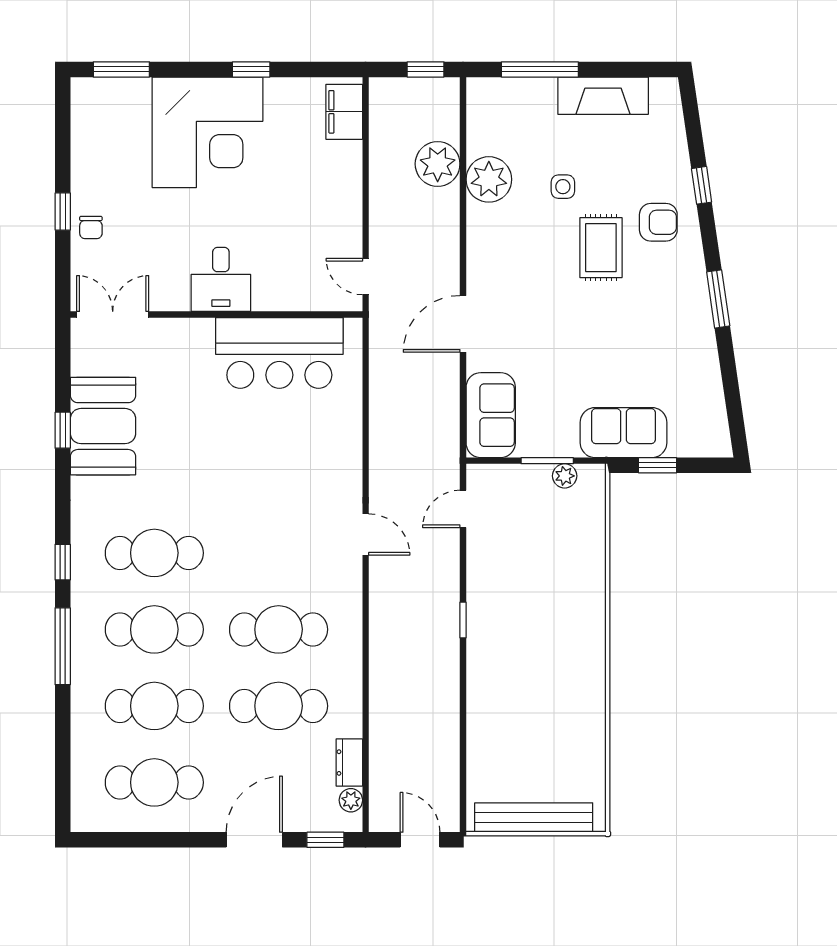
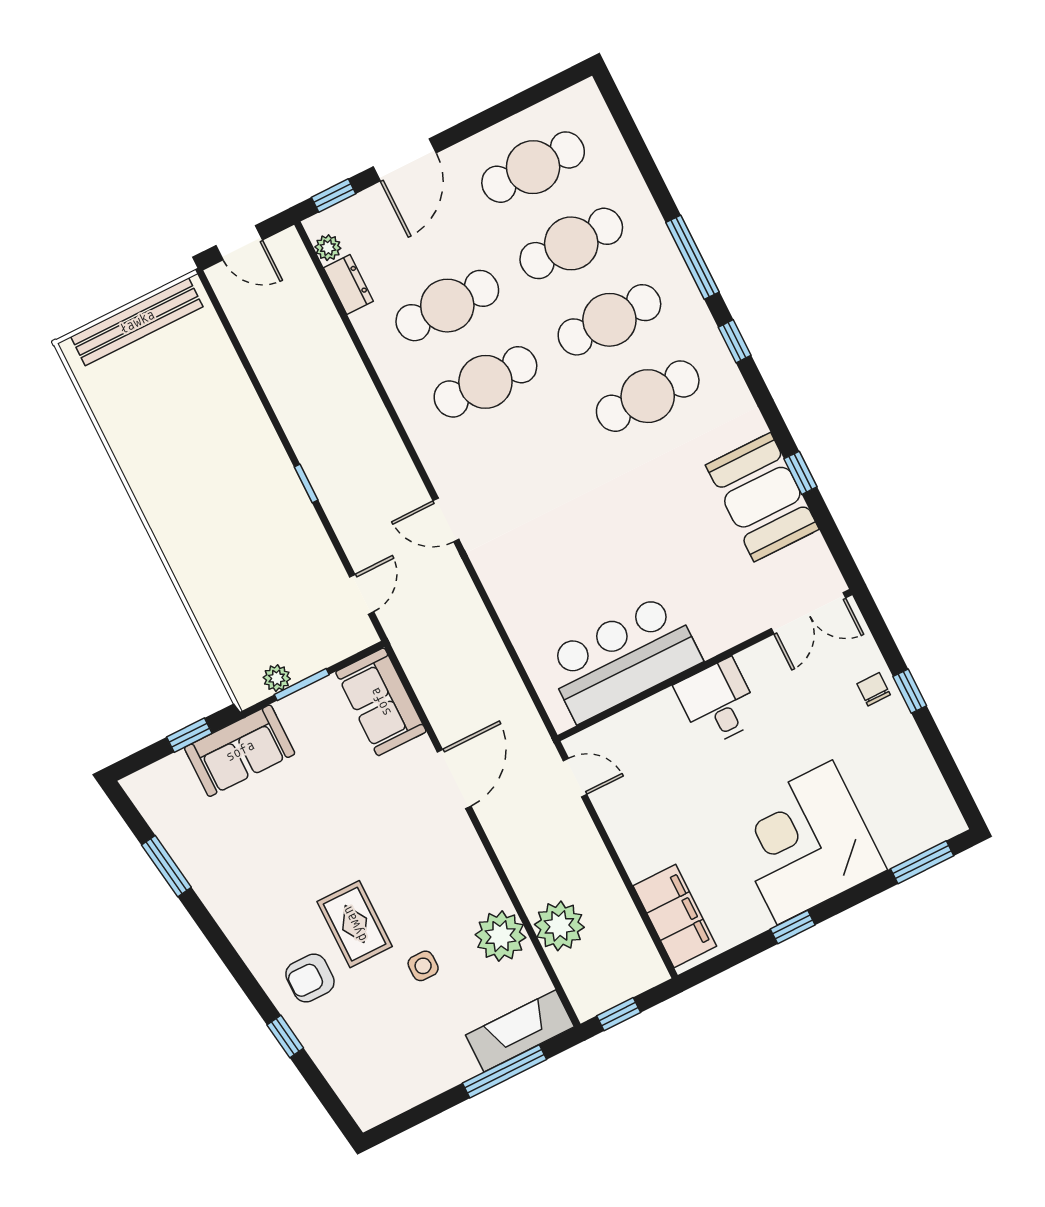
fireplace: (603, 96) -> (520, 1031), moved
filing cabinet: (344, 112) -> (675, 916), width x1.50, depth x1.17
window: (718, 299) -> (166, 866), moved

